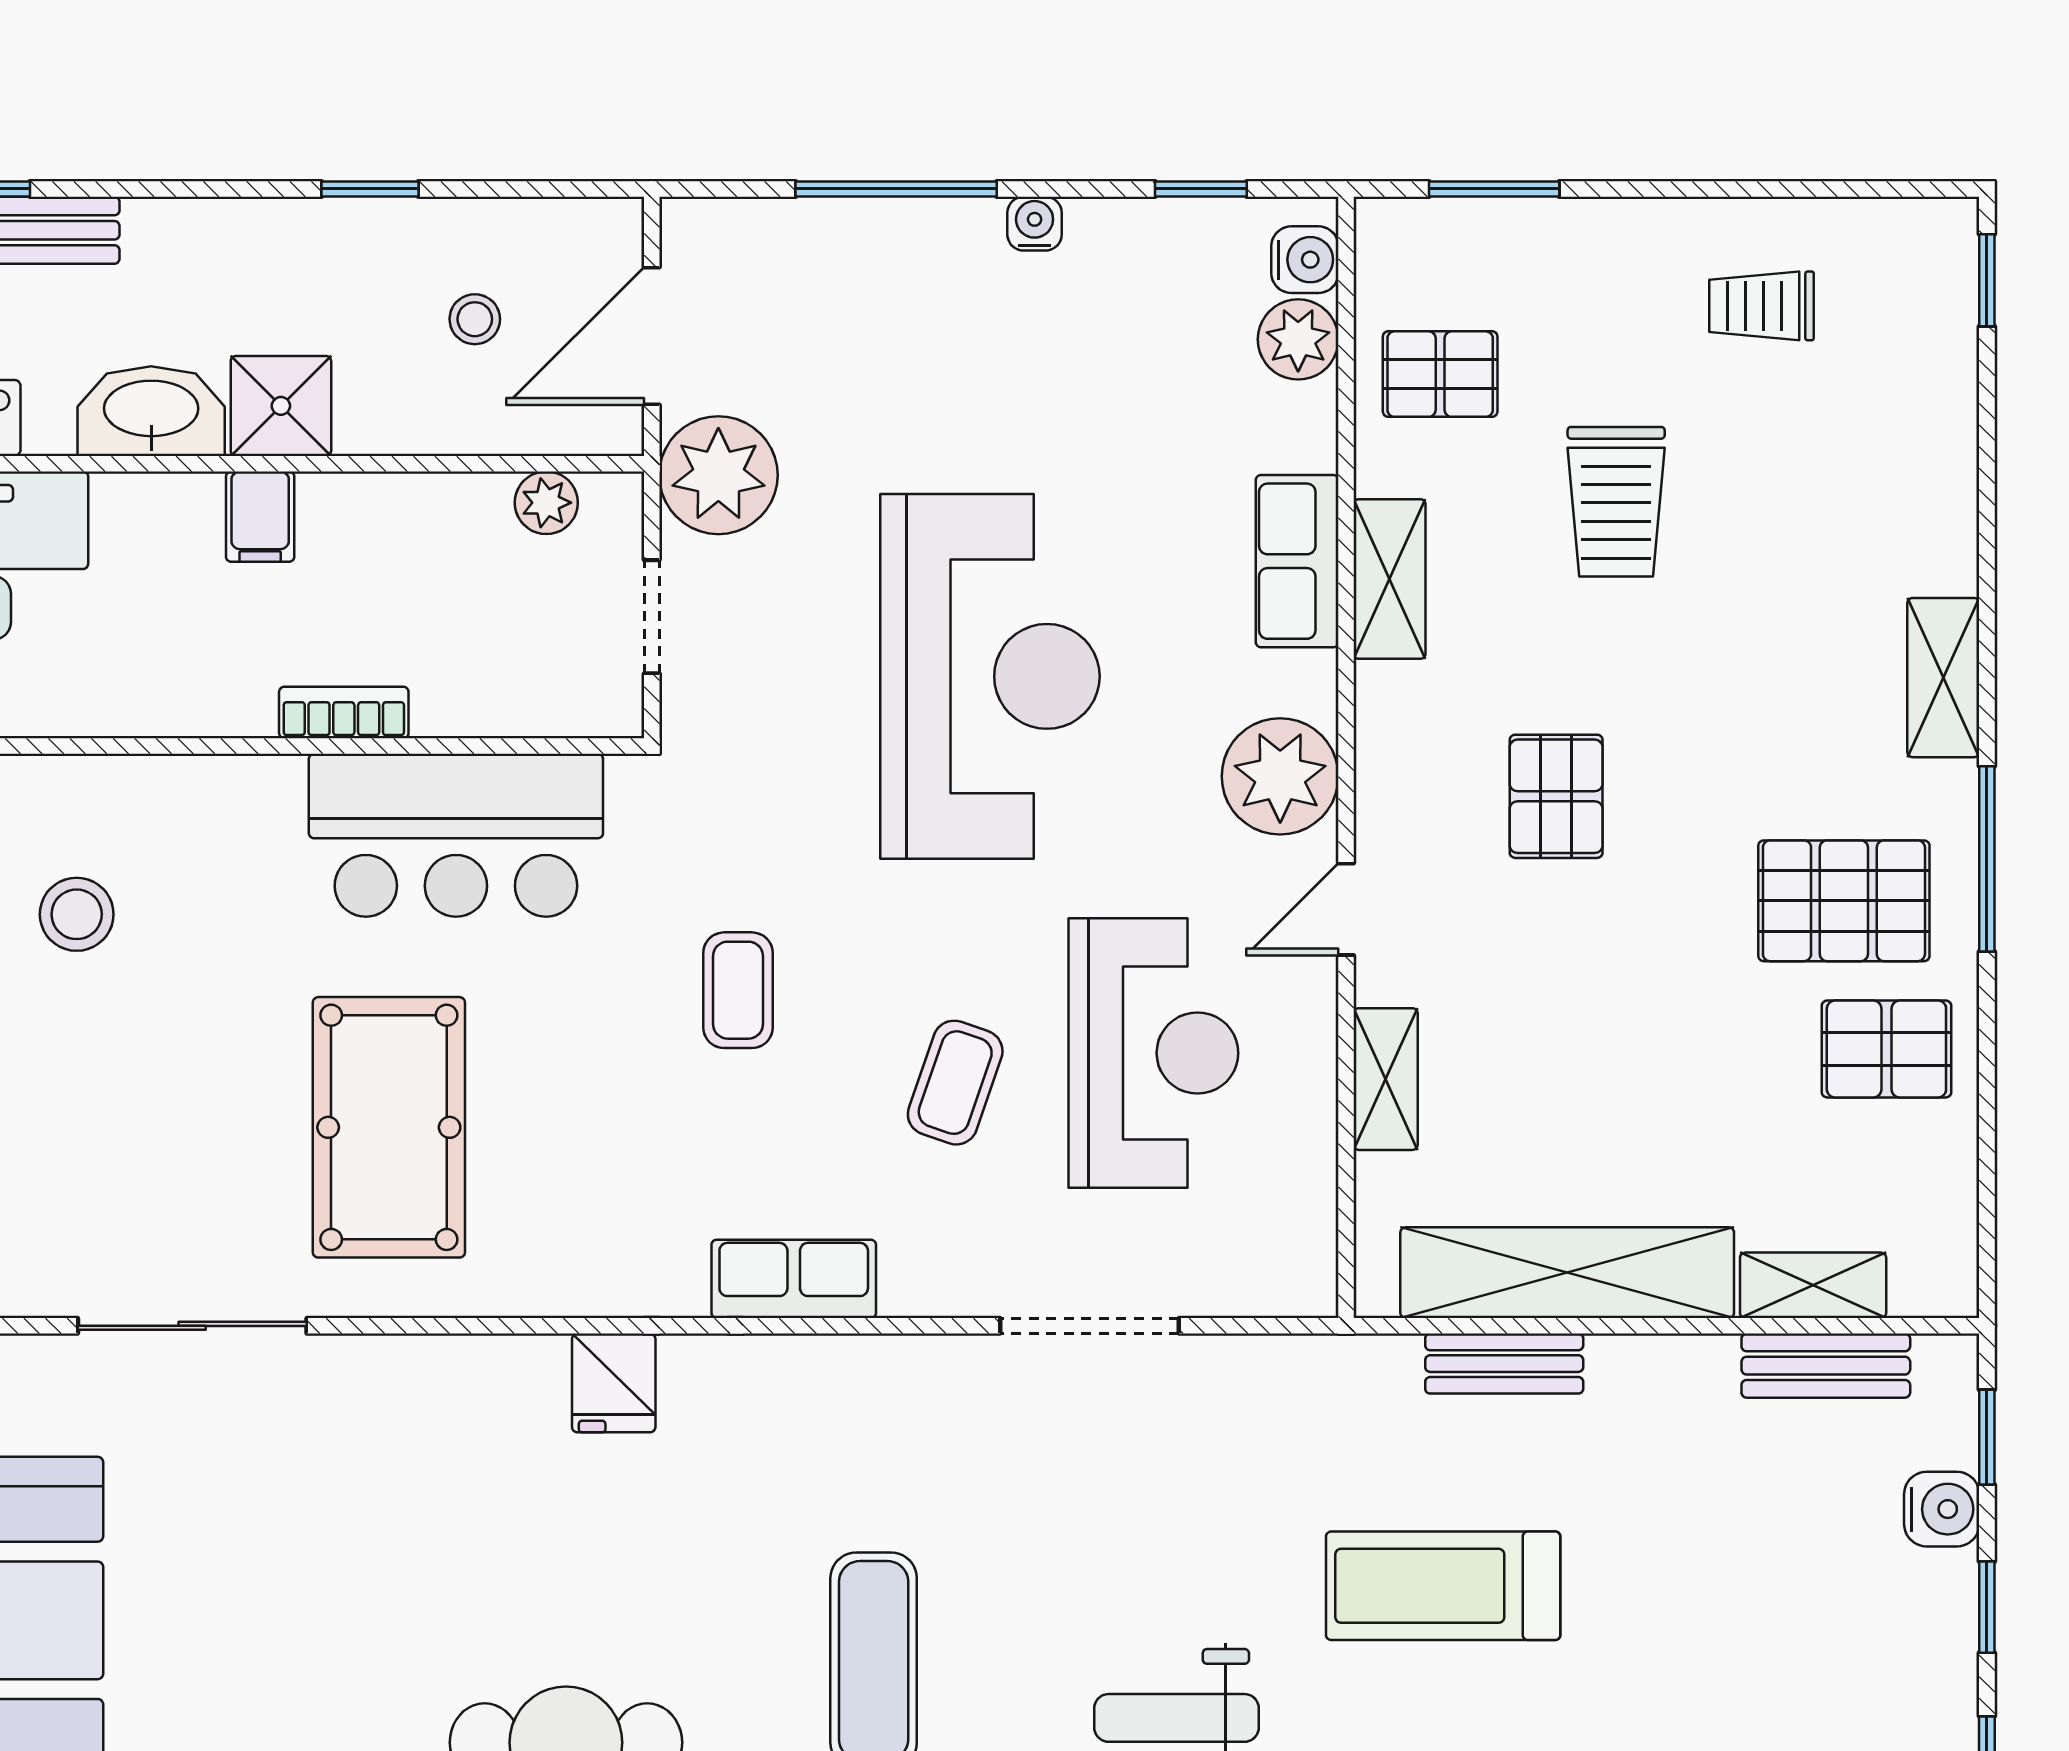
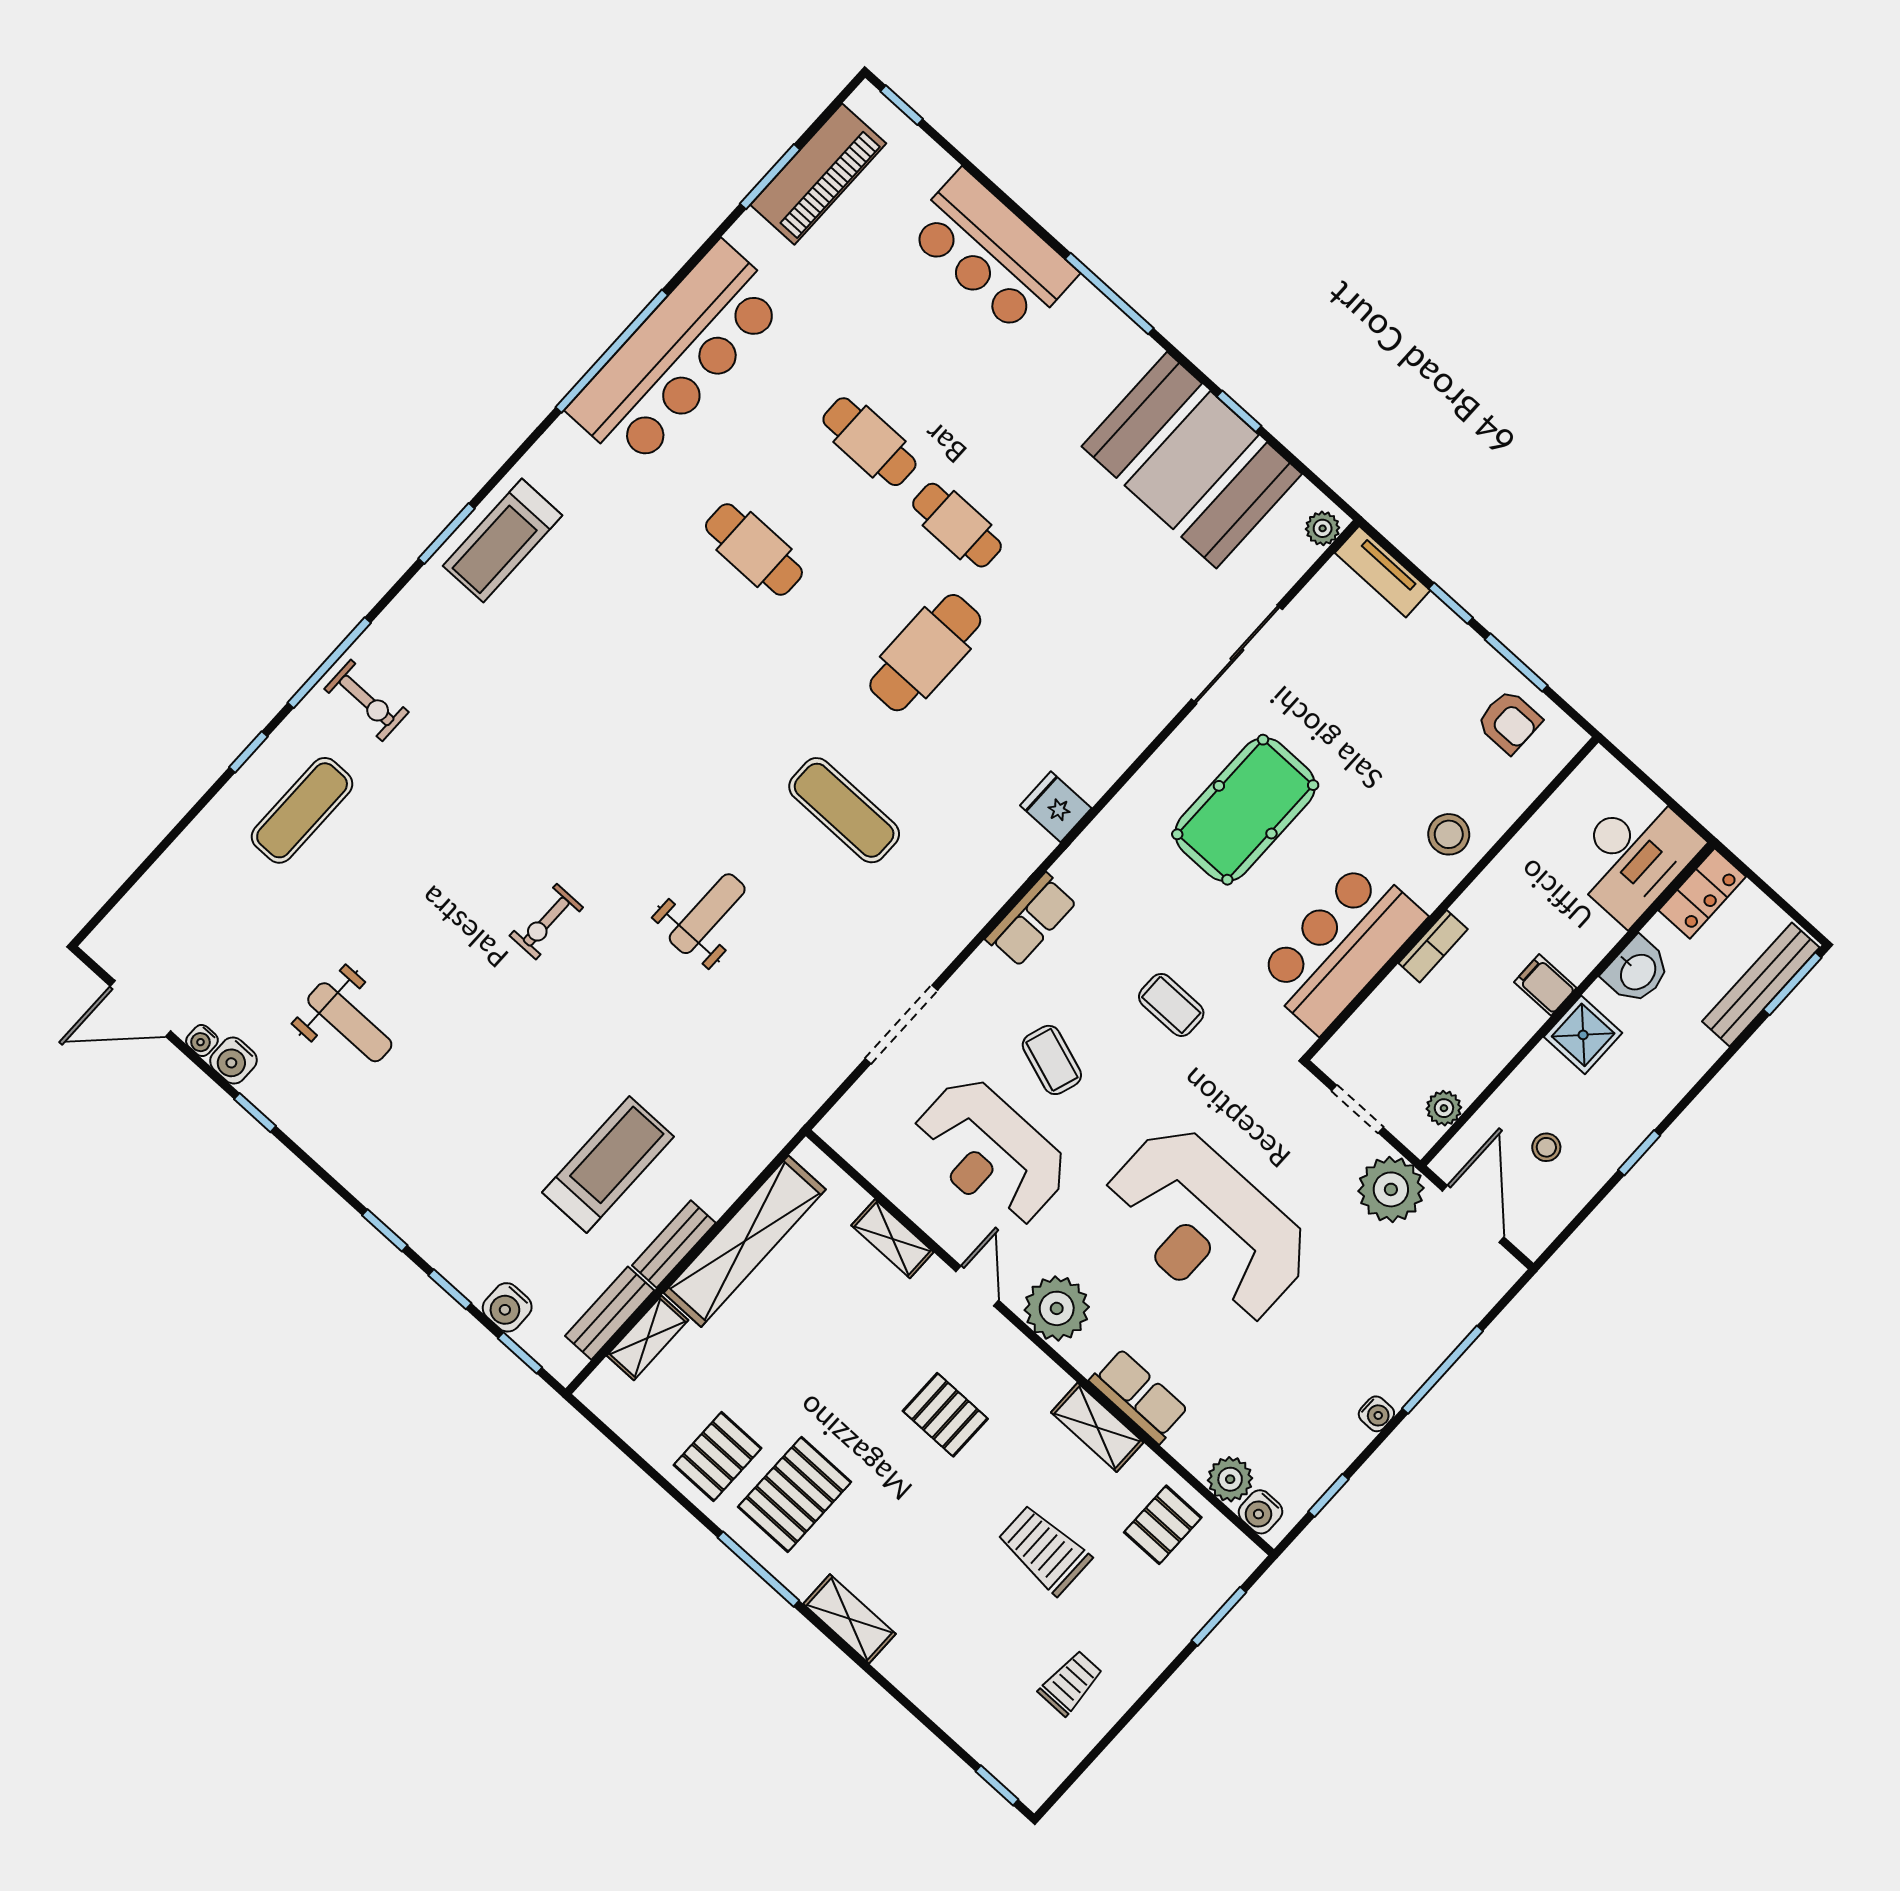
washbasin: (151, 411) -> (1637, 971), width x0.72
stool: (77, 914) -> (1449, 834), moved
pool table: (389, 1127) -> (1245, 810), turned 90
bench: (1504, 1364) -> (674, 1244), moved
treadmill: (1443, 1586) -> (608, 1165), moved

